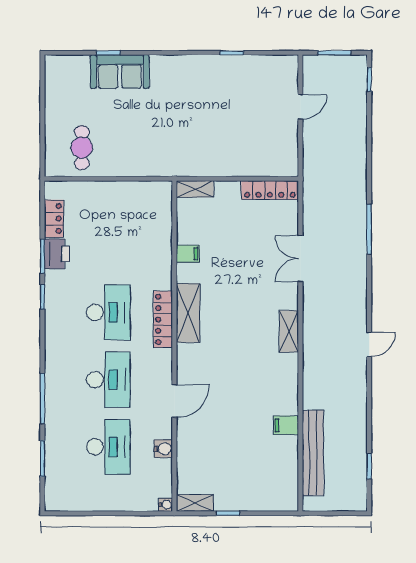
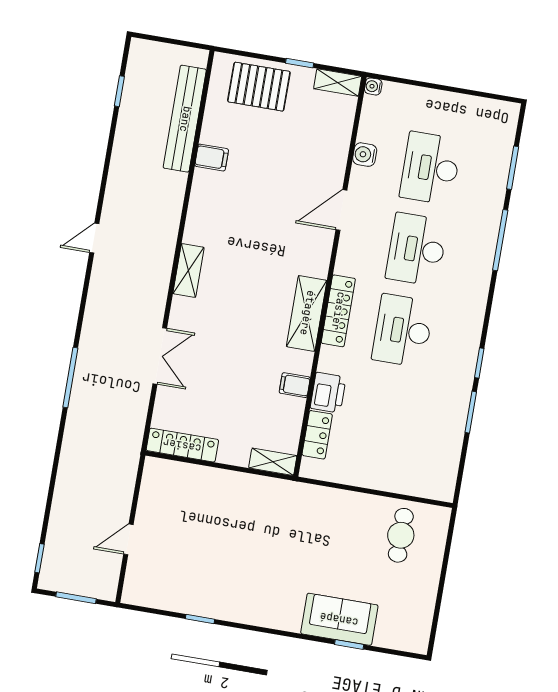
locker: (54, 219) -> (317, 435), moved, turned 180
printer: (57, 254) -> (328, 393), moved, turned 180
pallet: (258, 489) -> (259, 87), added

